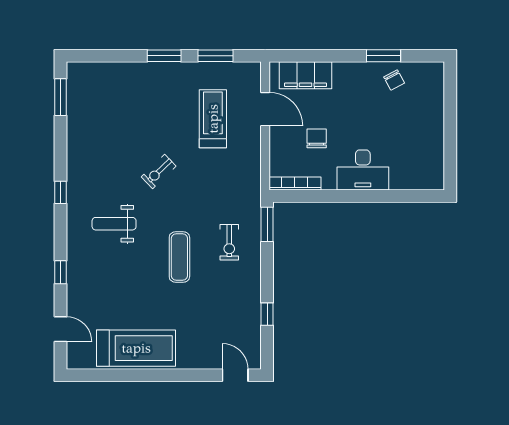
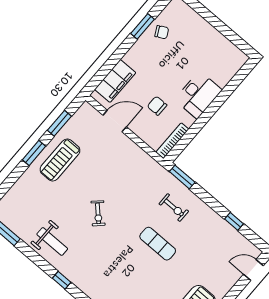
treadmill: (213, 119) -> (60, 160), moved, turned -90
weight bench: (114, 224) -> (52, 241), moved, turned -90

